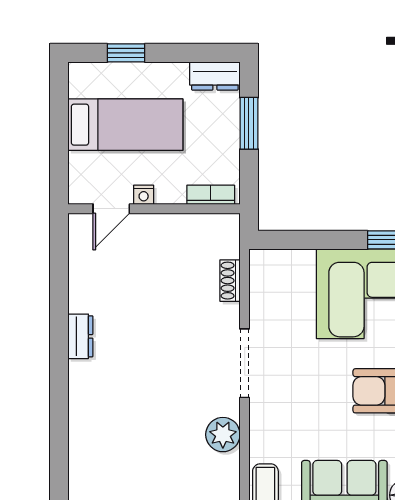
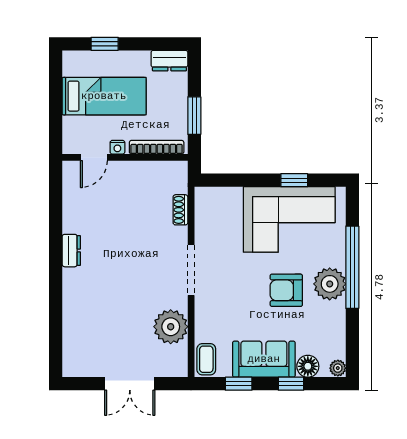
window: (249, 123) -> (194, 116), moved
bookcase: (211, 195) -> (157, 147), width x1.56
plant: (223, 435) -> (171, 327), width x1.36, depth x1.36

